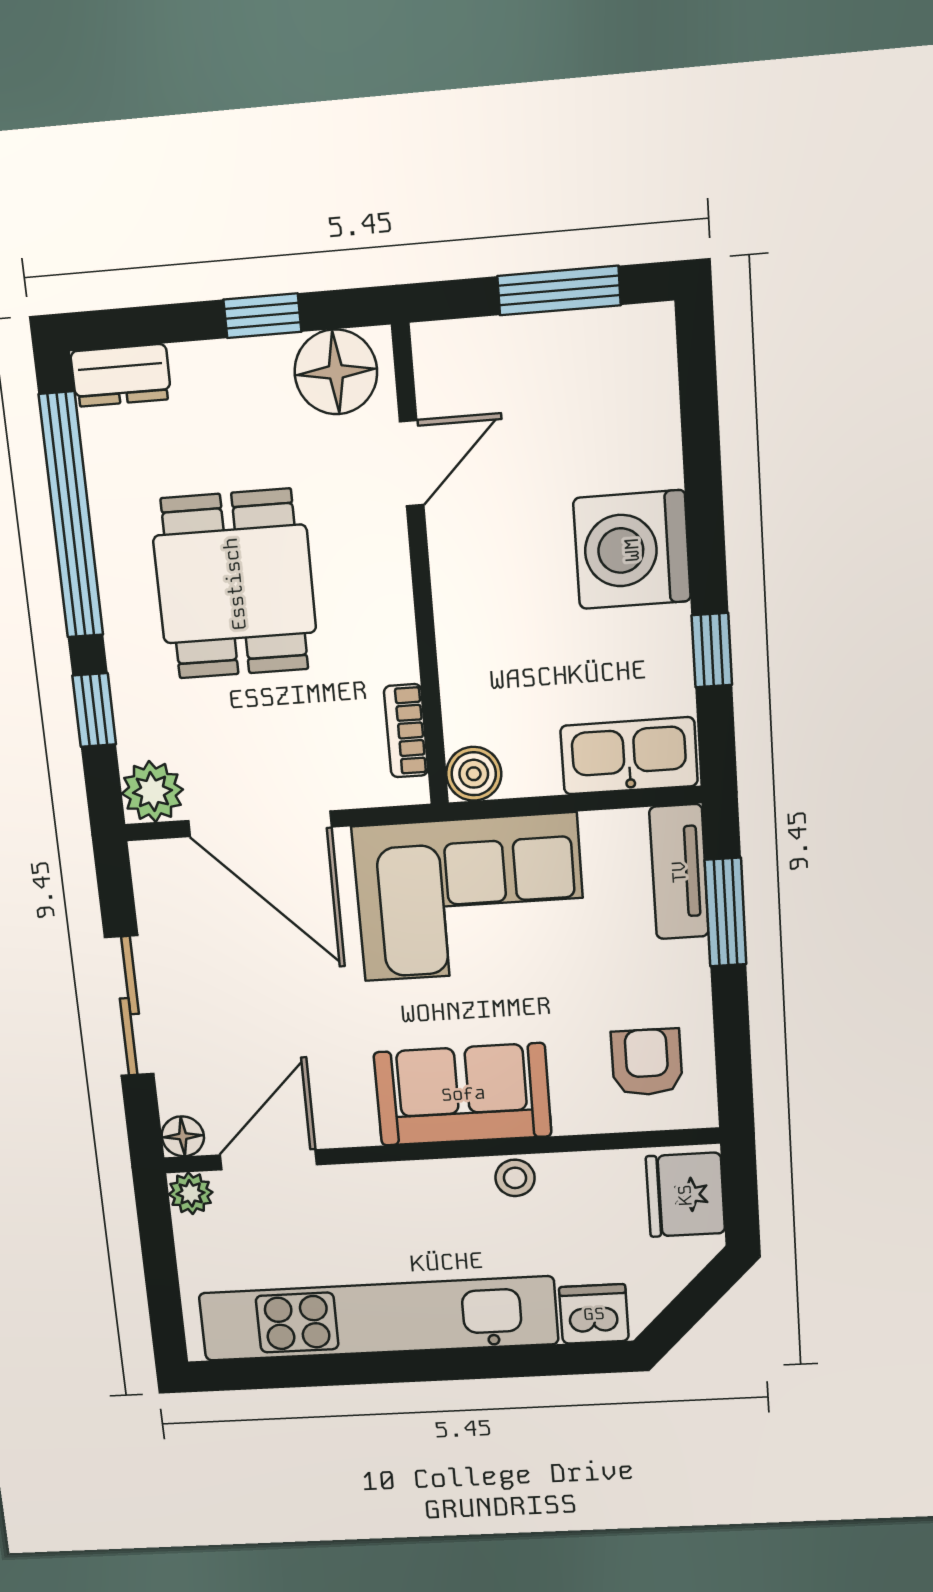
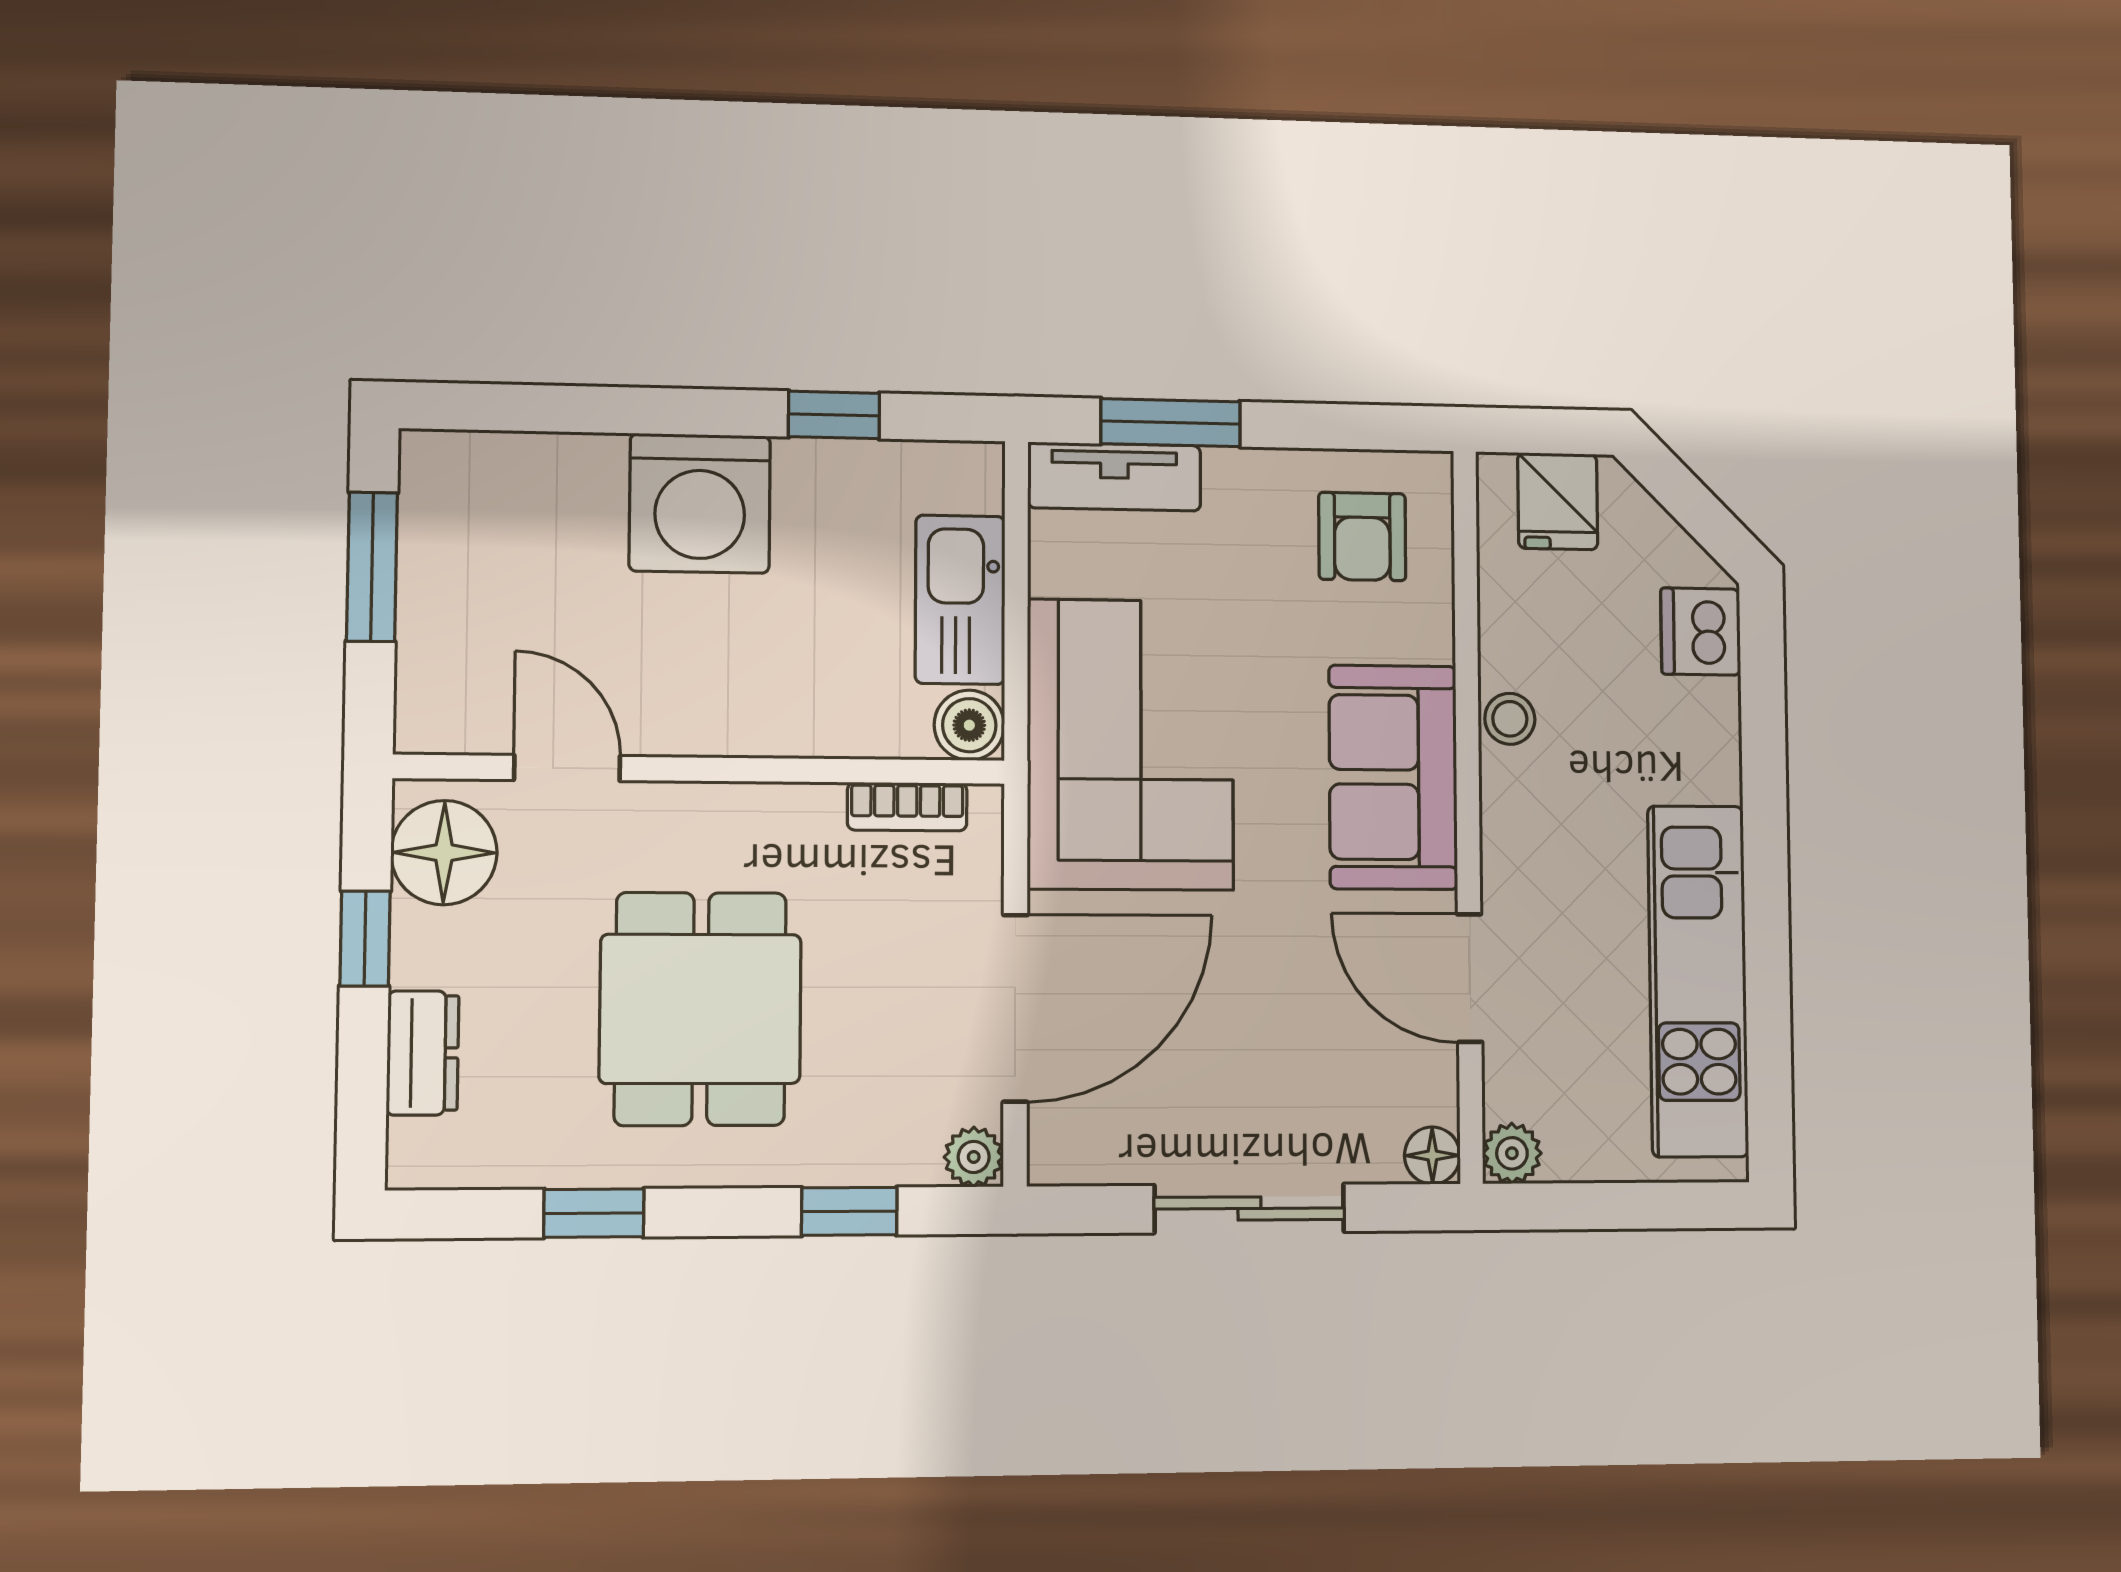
dresser: (121, 375) -> (423, 1053), moved
window: (71, 516) -> (594, 1213), width x0.32
dining table: (235, 584) -> (700, 1009), turned 90
kitchen sink: (629, 756) -> (960, 600), moved
plant: (152, 791) -> (974, 1157), width x0.73, depth x0.73
armchair: (647, 1062) -> (1362, 536), turned -90
door: (268, 1160) -> (1470, 978), moved
fridge: (685, 1195) -> (1558, 501), width x0.72
kitchen unit: (378, 1319) -> (1698, 981), width x0.73

